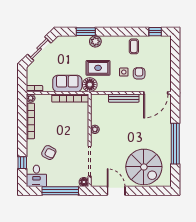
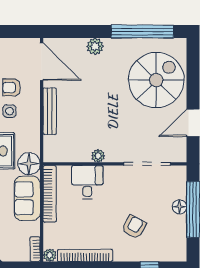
plant: (166, 127) -> (95, 46), added
window: (175, 144) -> (142, 31), moved
desk: (36, 176) -> (87, 182), moved, turned -90
floor lamp: (84, 182) -> (179, 207), moved

